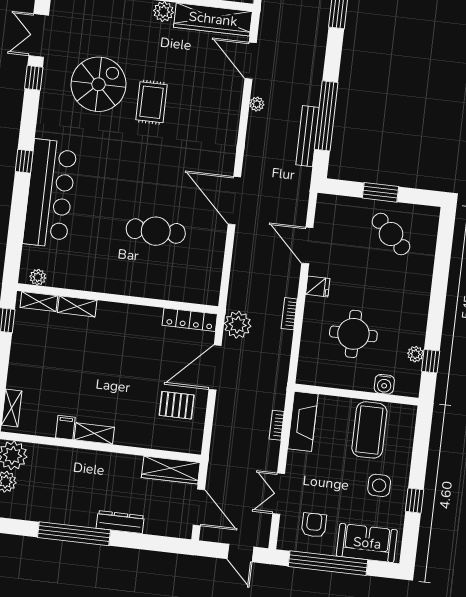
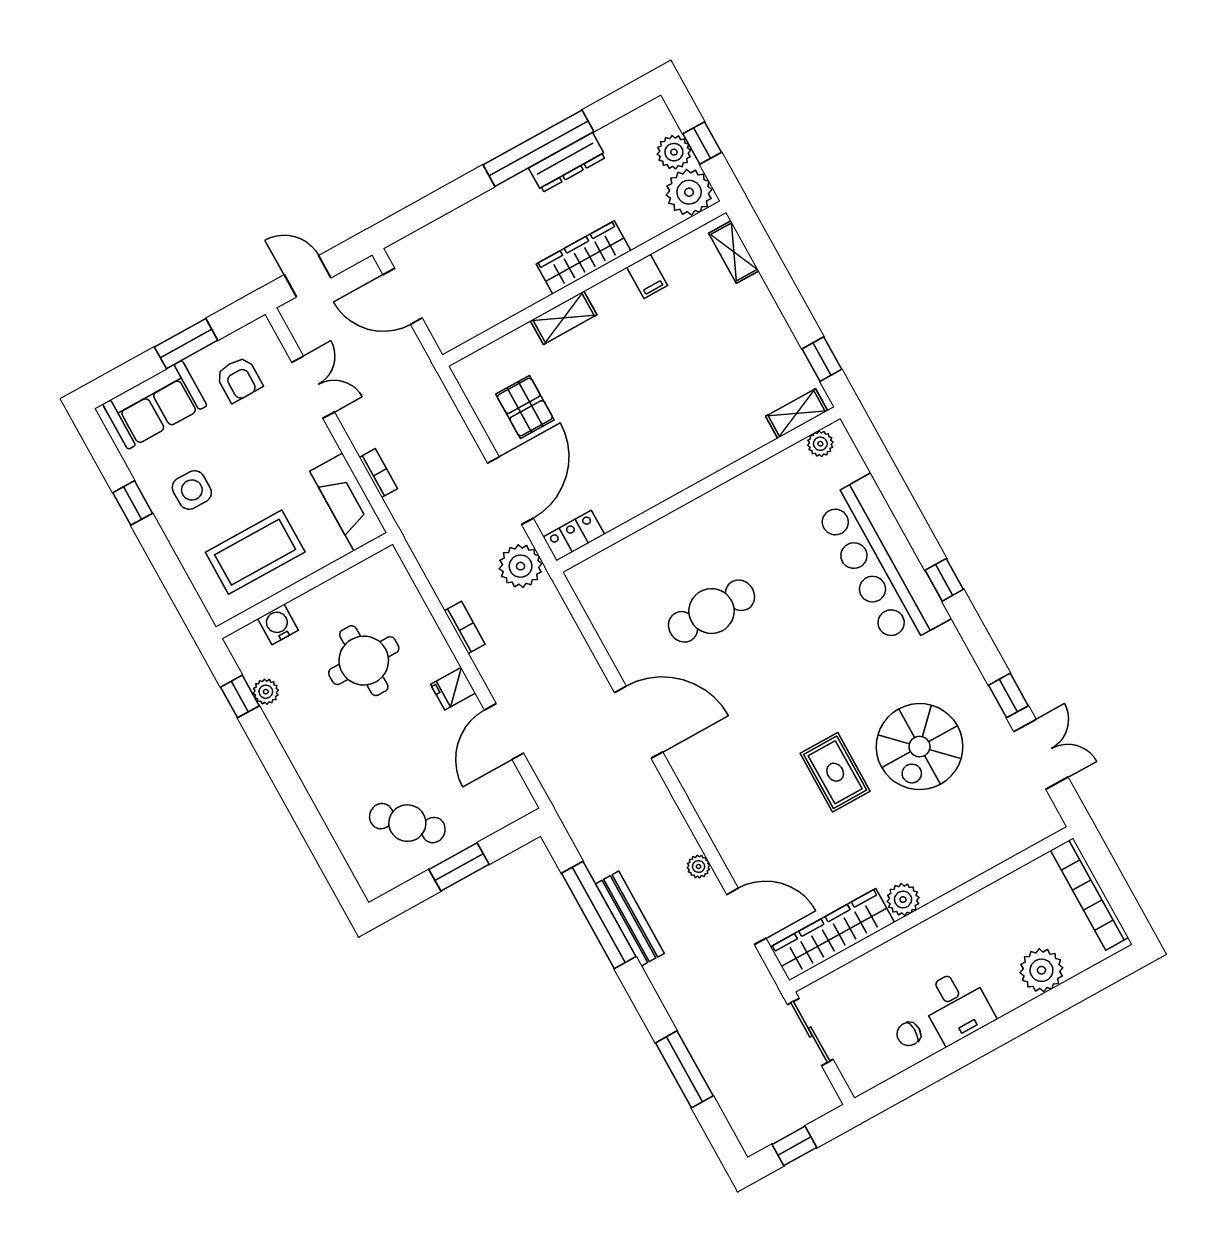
bench: (308, 136) -> (630, 919), moved
door: (307, 245) -> (504, 732), swing flipped
shelving: (77, 306) -> (743, 442), removed
locker: (190, 320) -> (574, 536), width x0.66
pallet: (177, 405) -> (525, 407), turned 90
coffee table: (369, 430) -> (255, 552), turned 90
shelving: (94, 434) -> (564, 318), moved
wardrobe: (171, 470) -> (583, 257), moved
dresser: (120, 522) -> (567, 163), moved
window: (328, 563) -> (186, 344), width x0.47

